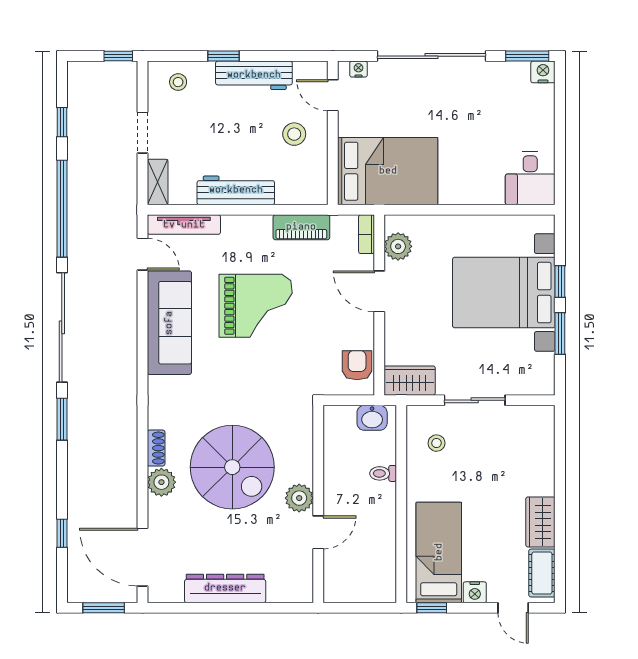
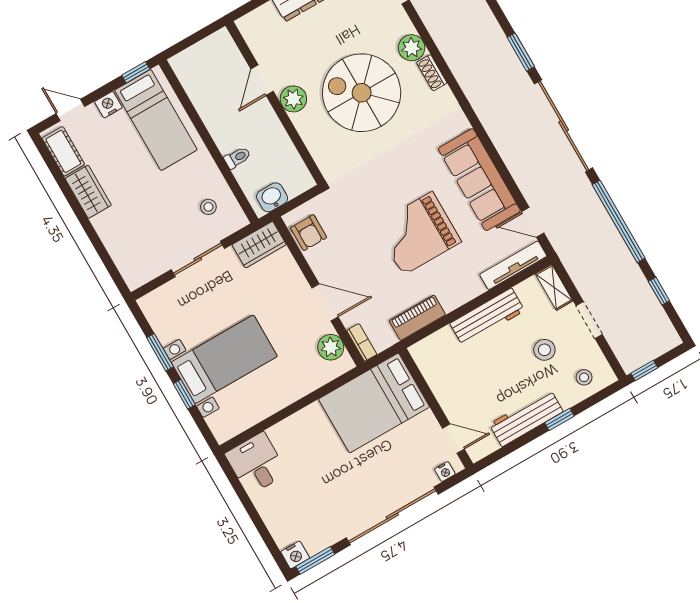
stool: (294, 134) -> (544, 350), moved
bed with nightstands: (504, 293) -> (224, 359), width x0.73

